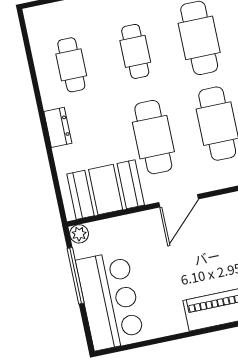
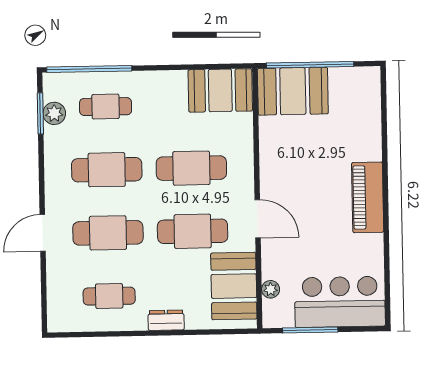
cafe table: (135, 51) -> (108, 233), width x1.37, depth x1.35
plant: (79, 234) -> (271, 289), moved

